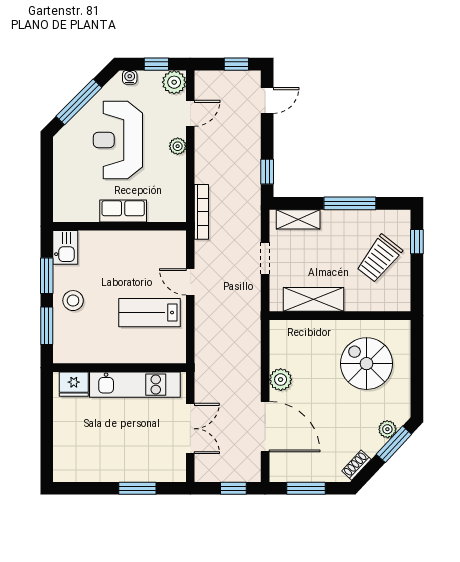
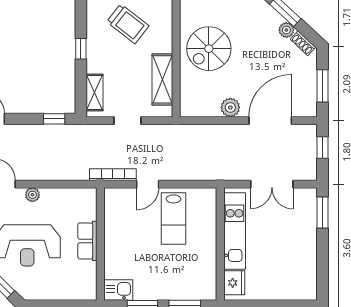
window: (350, 203) -> (81, 49), width x0.46
bookcase: (201, 212) -> (113, 175), moved
stool: (73, 301) -> (163, 283), removed
spiral stairs: (366, 364) -> (209, 49), moved
double door: (190, 429) -> (272, 184), swing flipped
plant: (387, 429) -> (286, 30), moved
window: (137, 488) -> (323, 213), moved

